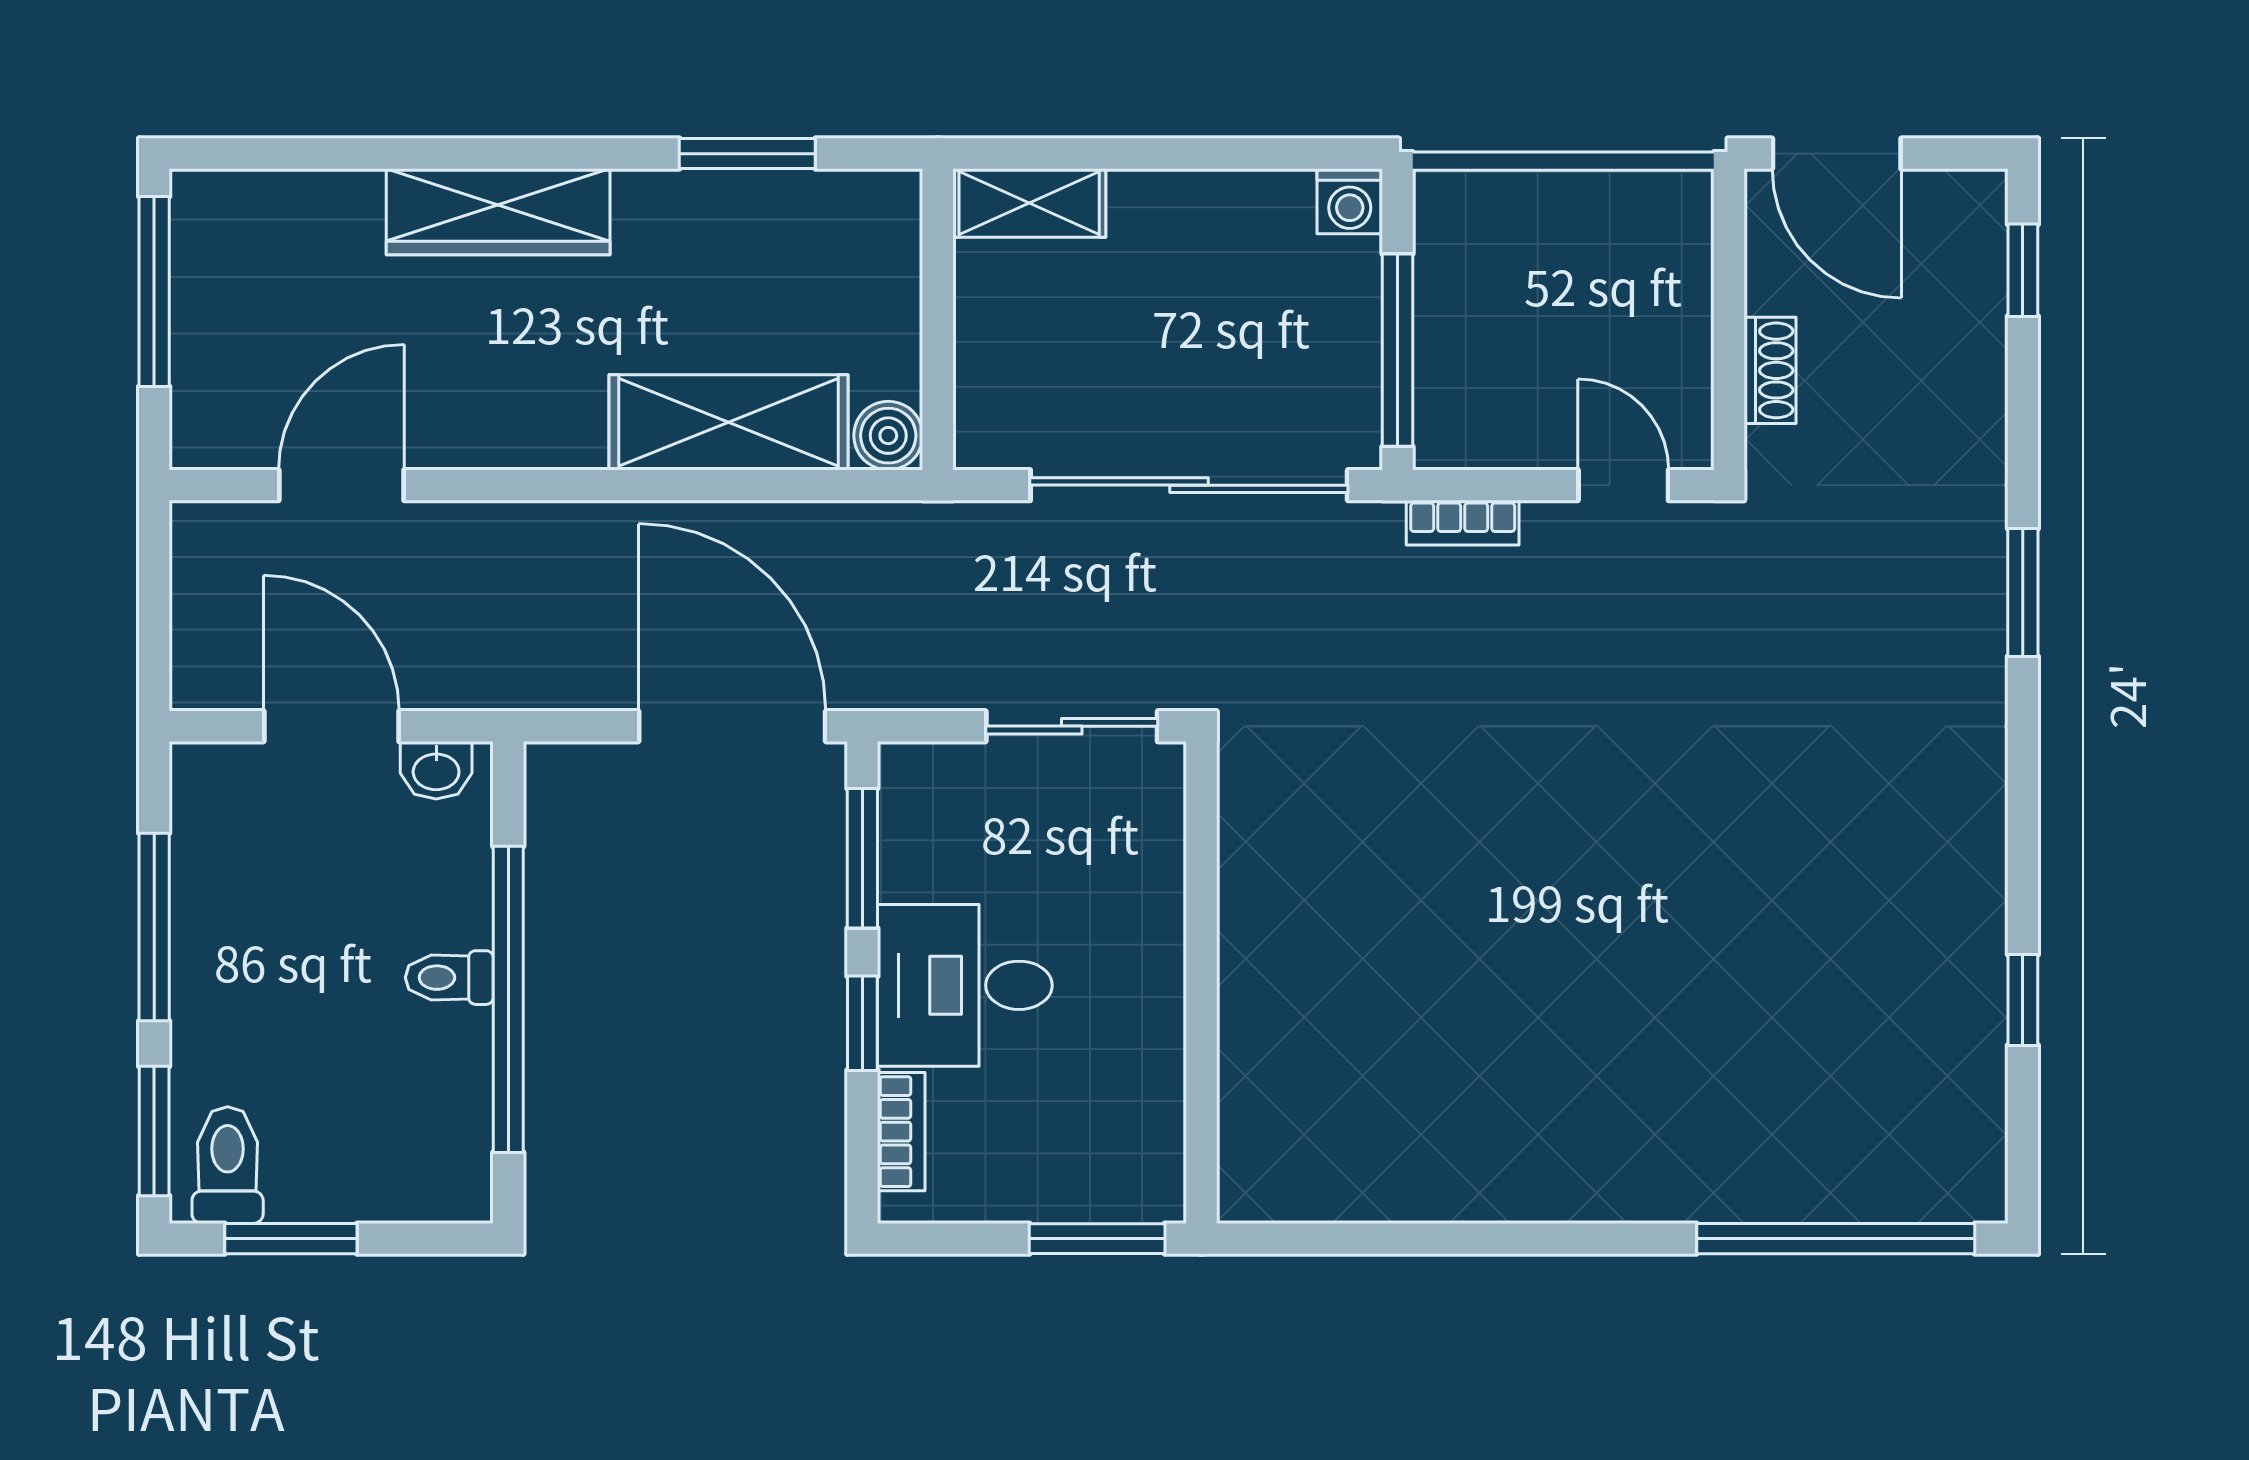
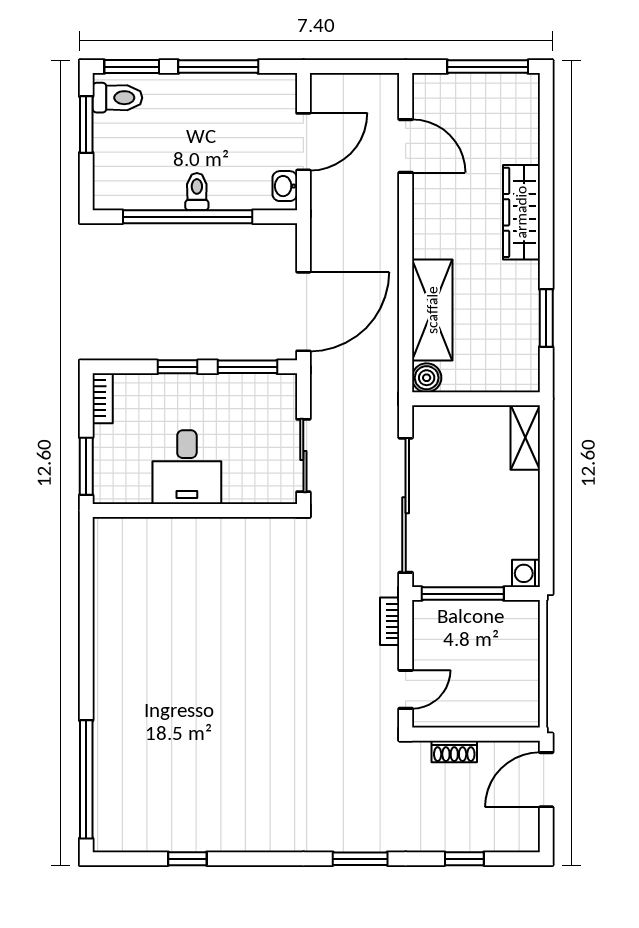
window: (2023, 270) -> (464, 859), moved
desk: (965, 985) -> (187, 467), moved, turned 180
bookcase: (901, 1132) -> (103, 398), moved, turned -90

